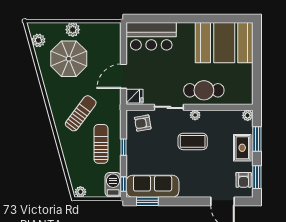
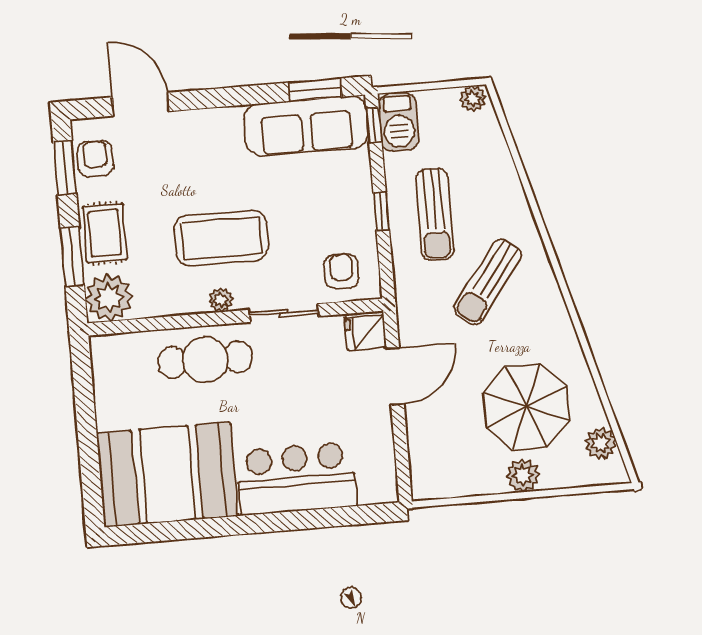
bar counter: (151, 36) -> (296, 479), moved
plant: (248, 115) -> (109, 298), width x1.88, depth x1.88
armchair: (143, 123) -> (341, 271), turned -80
coffee table: (193, 141) -> (221, 238), width x1.36, depth x1.32

